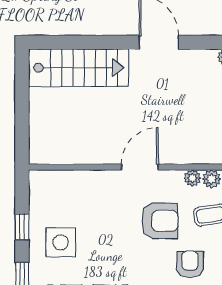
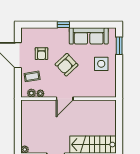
armchair: (160, 221) -> (67, 65), moved, turned -43
window: (22, 227) -> (119, 71), removed

